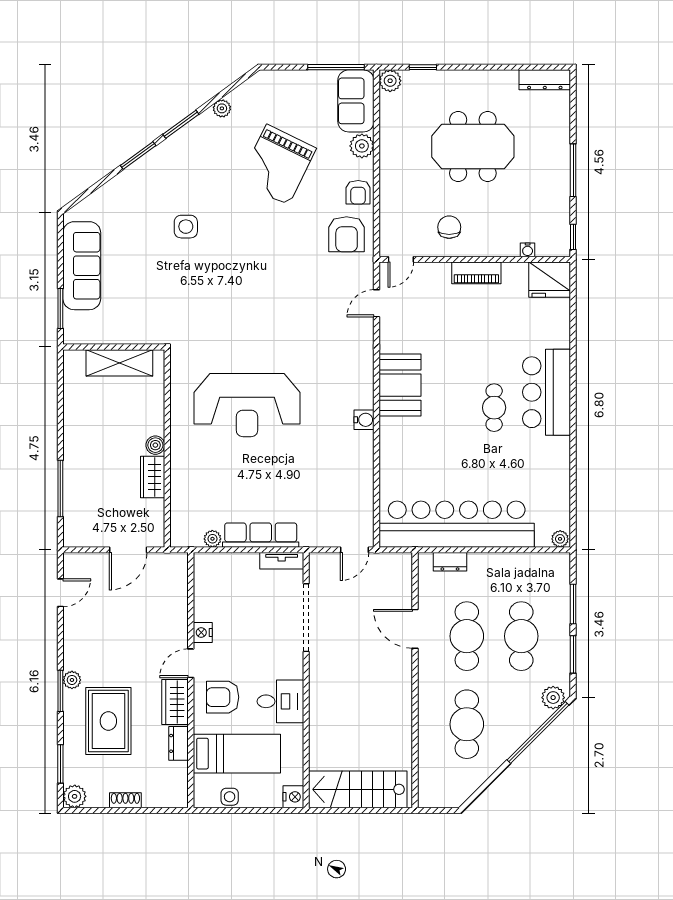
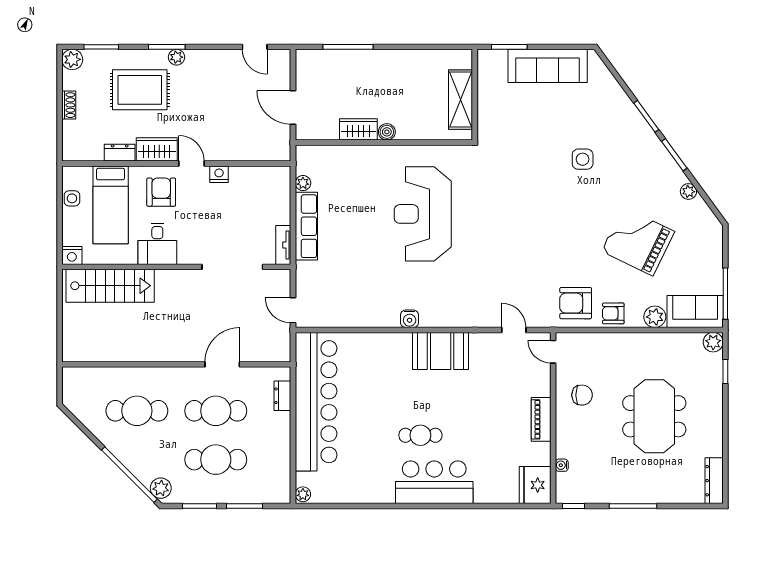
stairs: (358, 789) -> (110, 286), moved, turned 90

